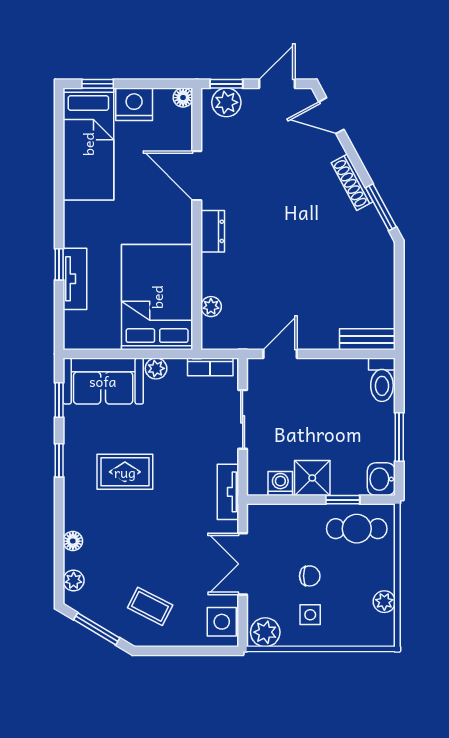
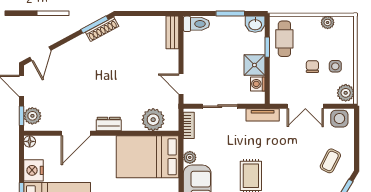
shoe rack: (352, 182) -> (102, 29), moved
plant: (211, 307) -> (153, 120), width x1.88, depth x1.88

